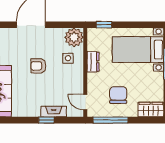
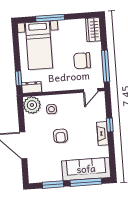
dresser: (93, 62) -> (32, 87), moved
fireplace: (54, 112) -> (103, 133), moved

